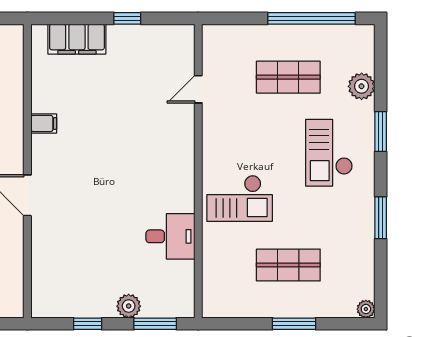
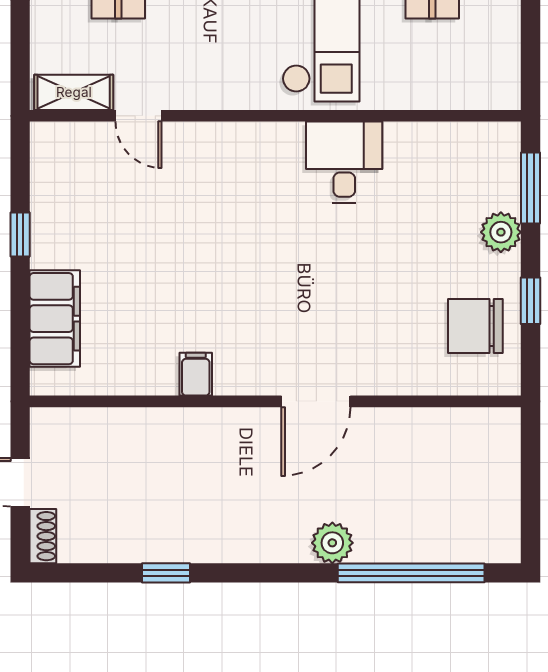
shelving: (212, 50) -> (74, 92), added
desk: (170, 236) -> (344, 162), moved
chair: (73, 291) -> (475, 326), added

